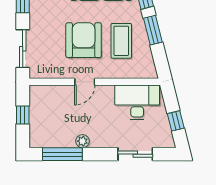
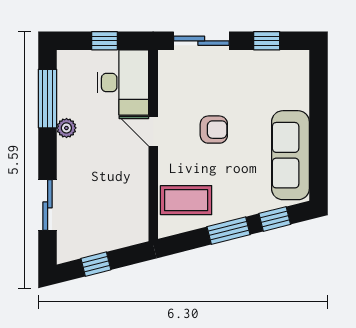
armchair: (84, 40) -> (214, 130), width x0.53, depth x0.53
coffee table: (121, 41) -> (186, 200), moved
desk: (137, 102) -> (123, 83), moved

